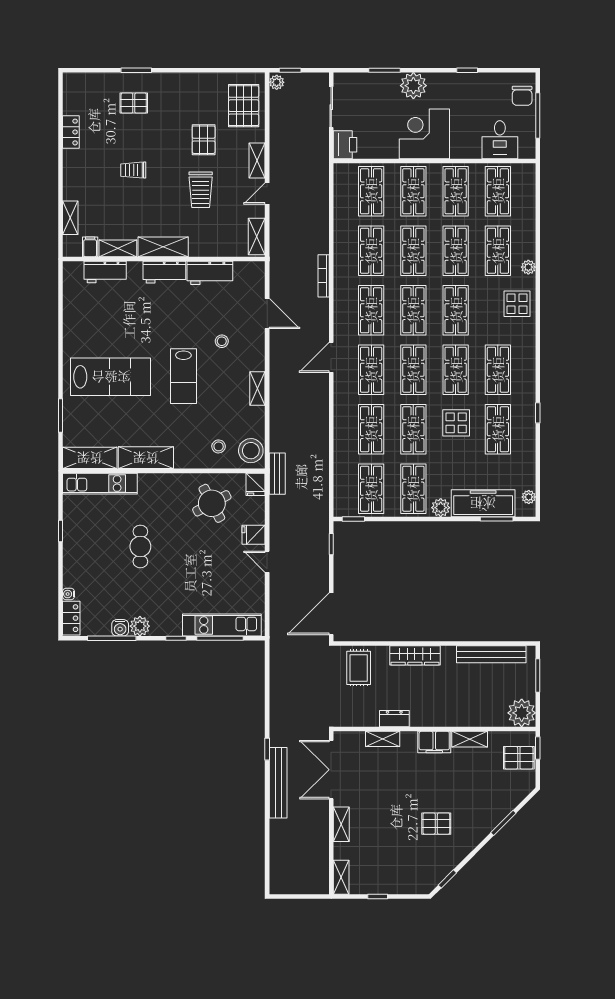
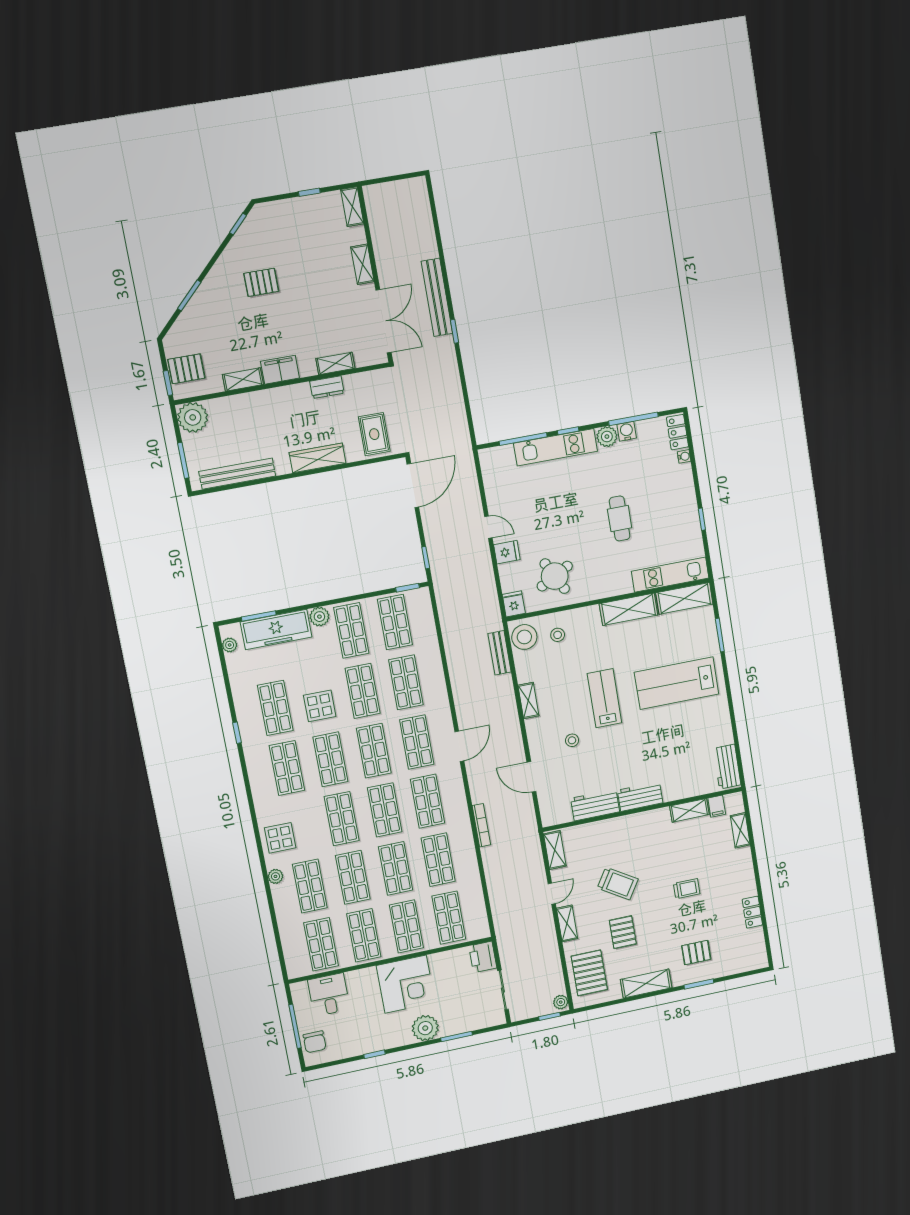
chair: (522, 96) -> (315, 1042), turned 180
trolley: (201, 190) -> (618, 884), turned 122
shelving: (163, 247) -> (646, 984), moved
workbench: (105, 272) -> (727, 767), moved, turned -90
bench: (277, 474) -> (500, 653), moved
kitchen unit: (222, 625) -> (556, 447), moved

